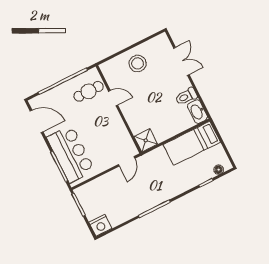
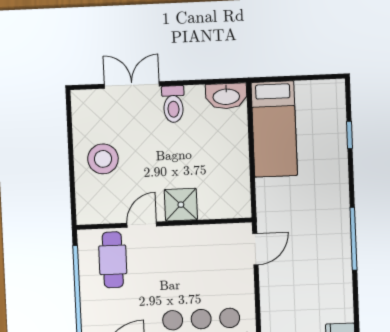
toilet: (186, 96) -> (173, 104), moved
shower: (146, 140) -> (181, 205), moved
door: (127, 161) -> (255, 249), hinge flipped
floor lamp: (219, 170) -> (337, 104), removed

